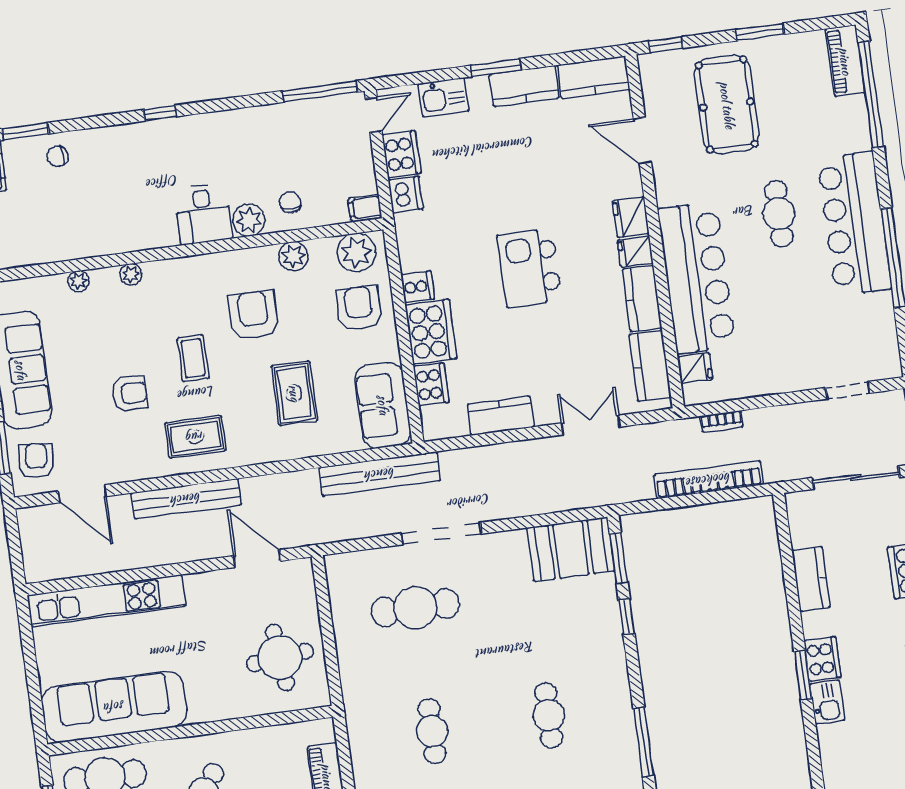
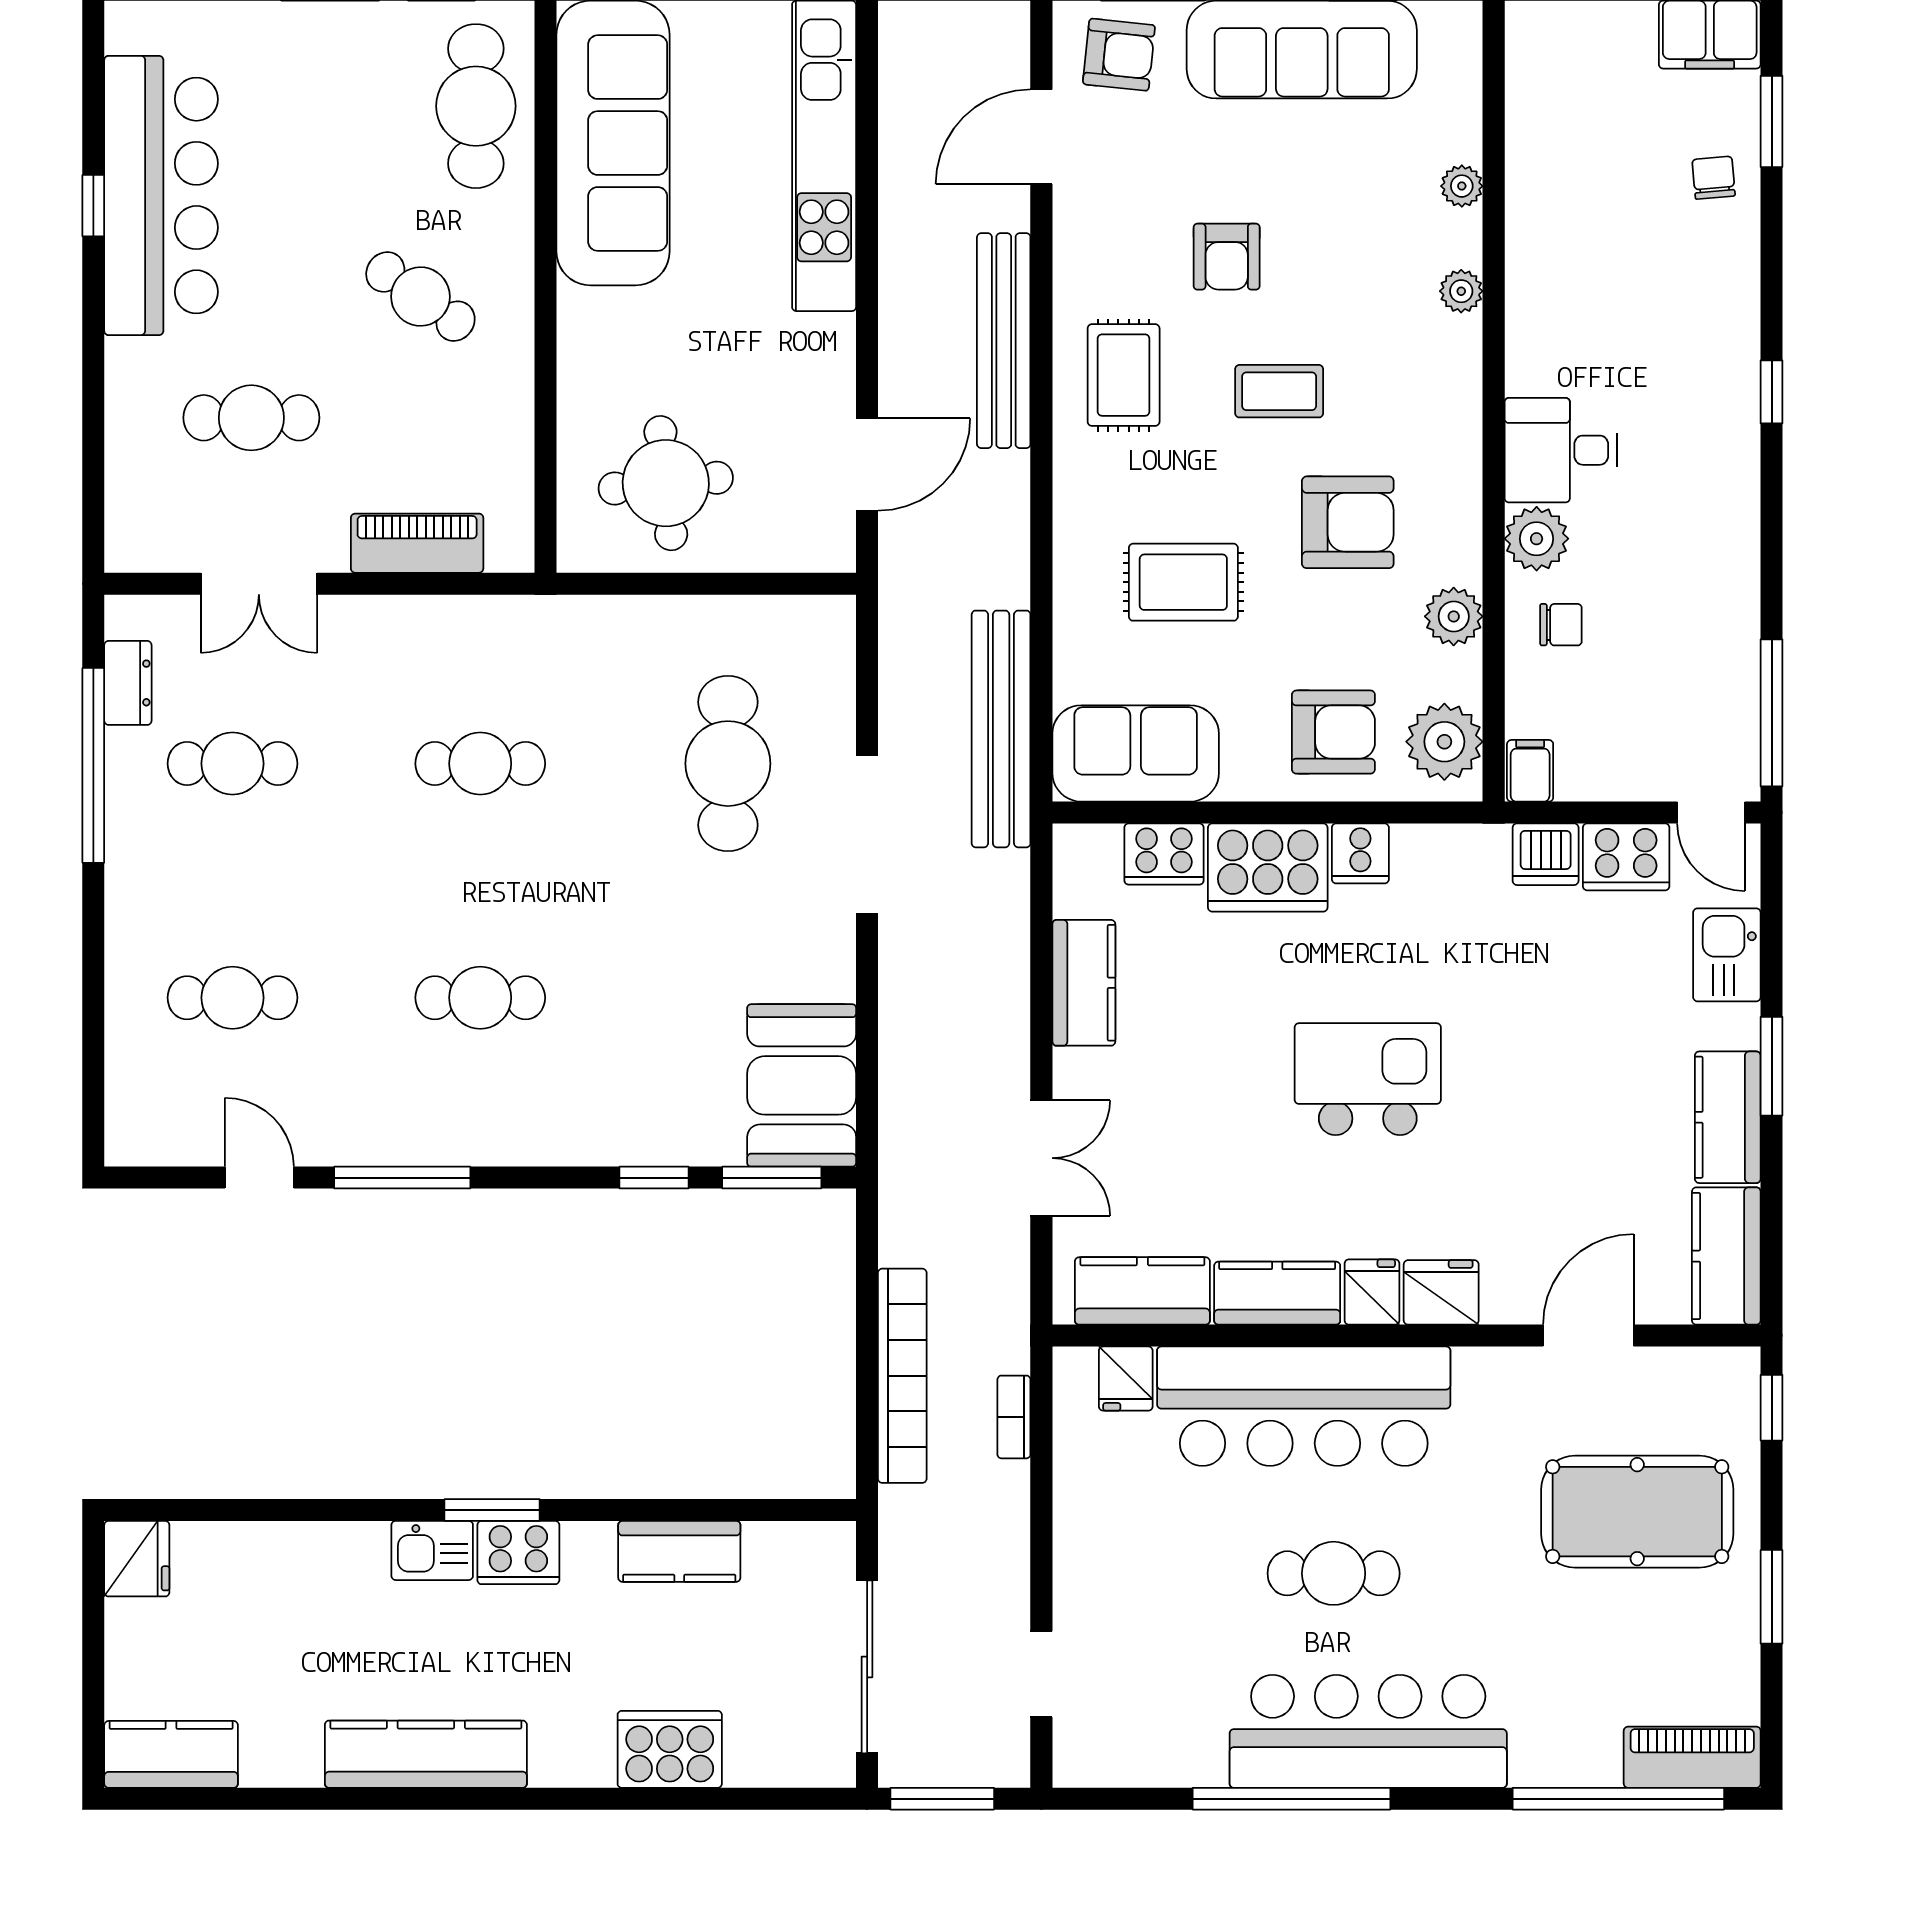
cafe table: (779, 214) -> (1334, 1573), moved

